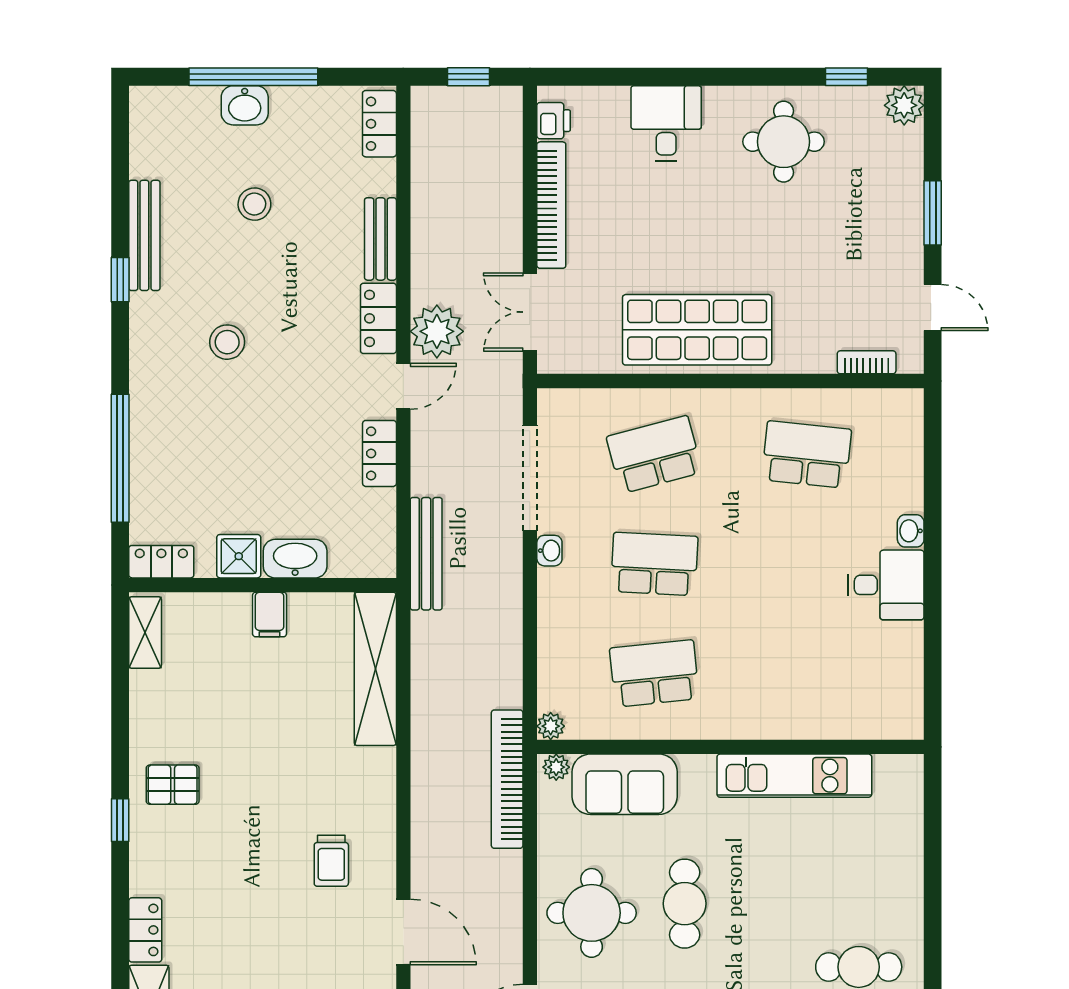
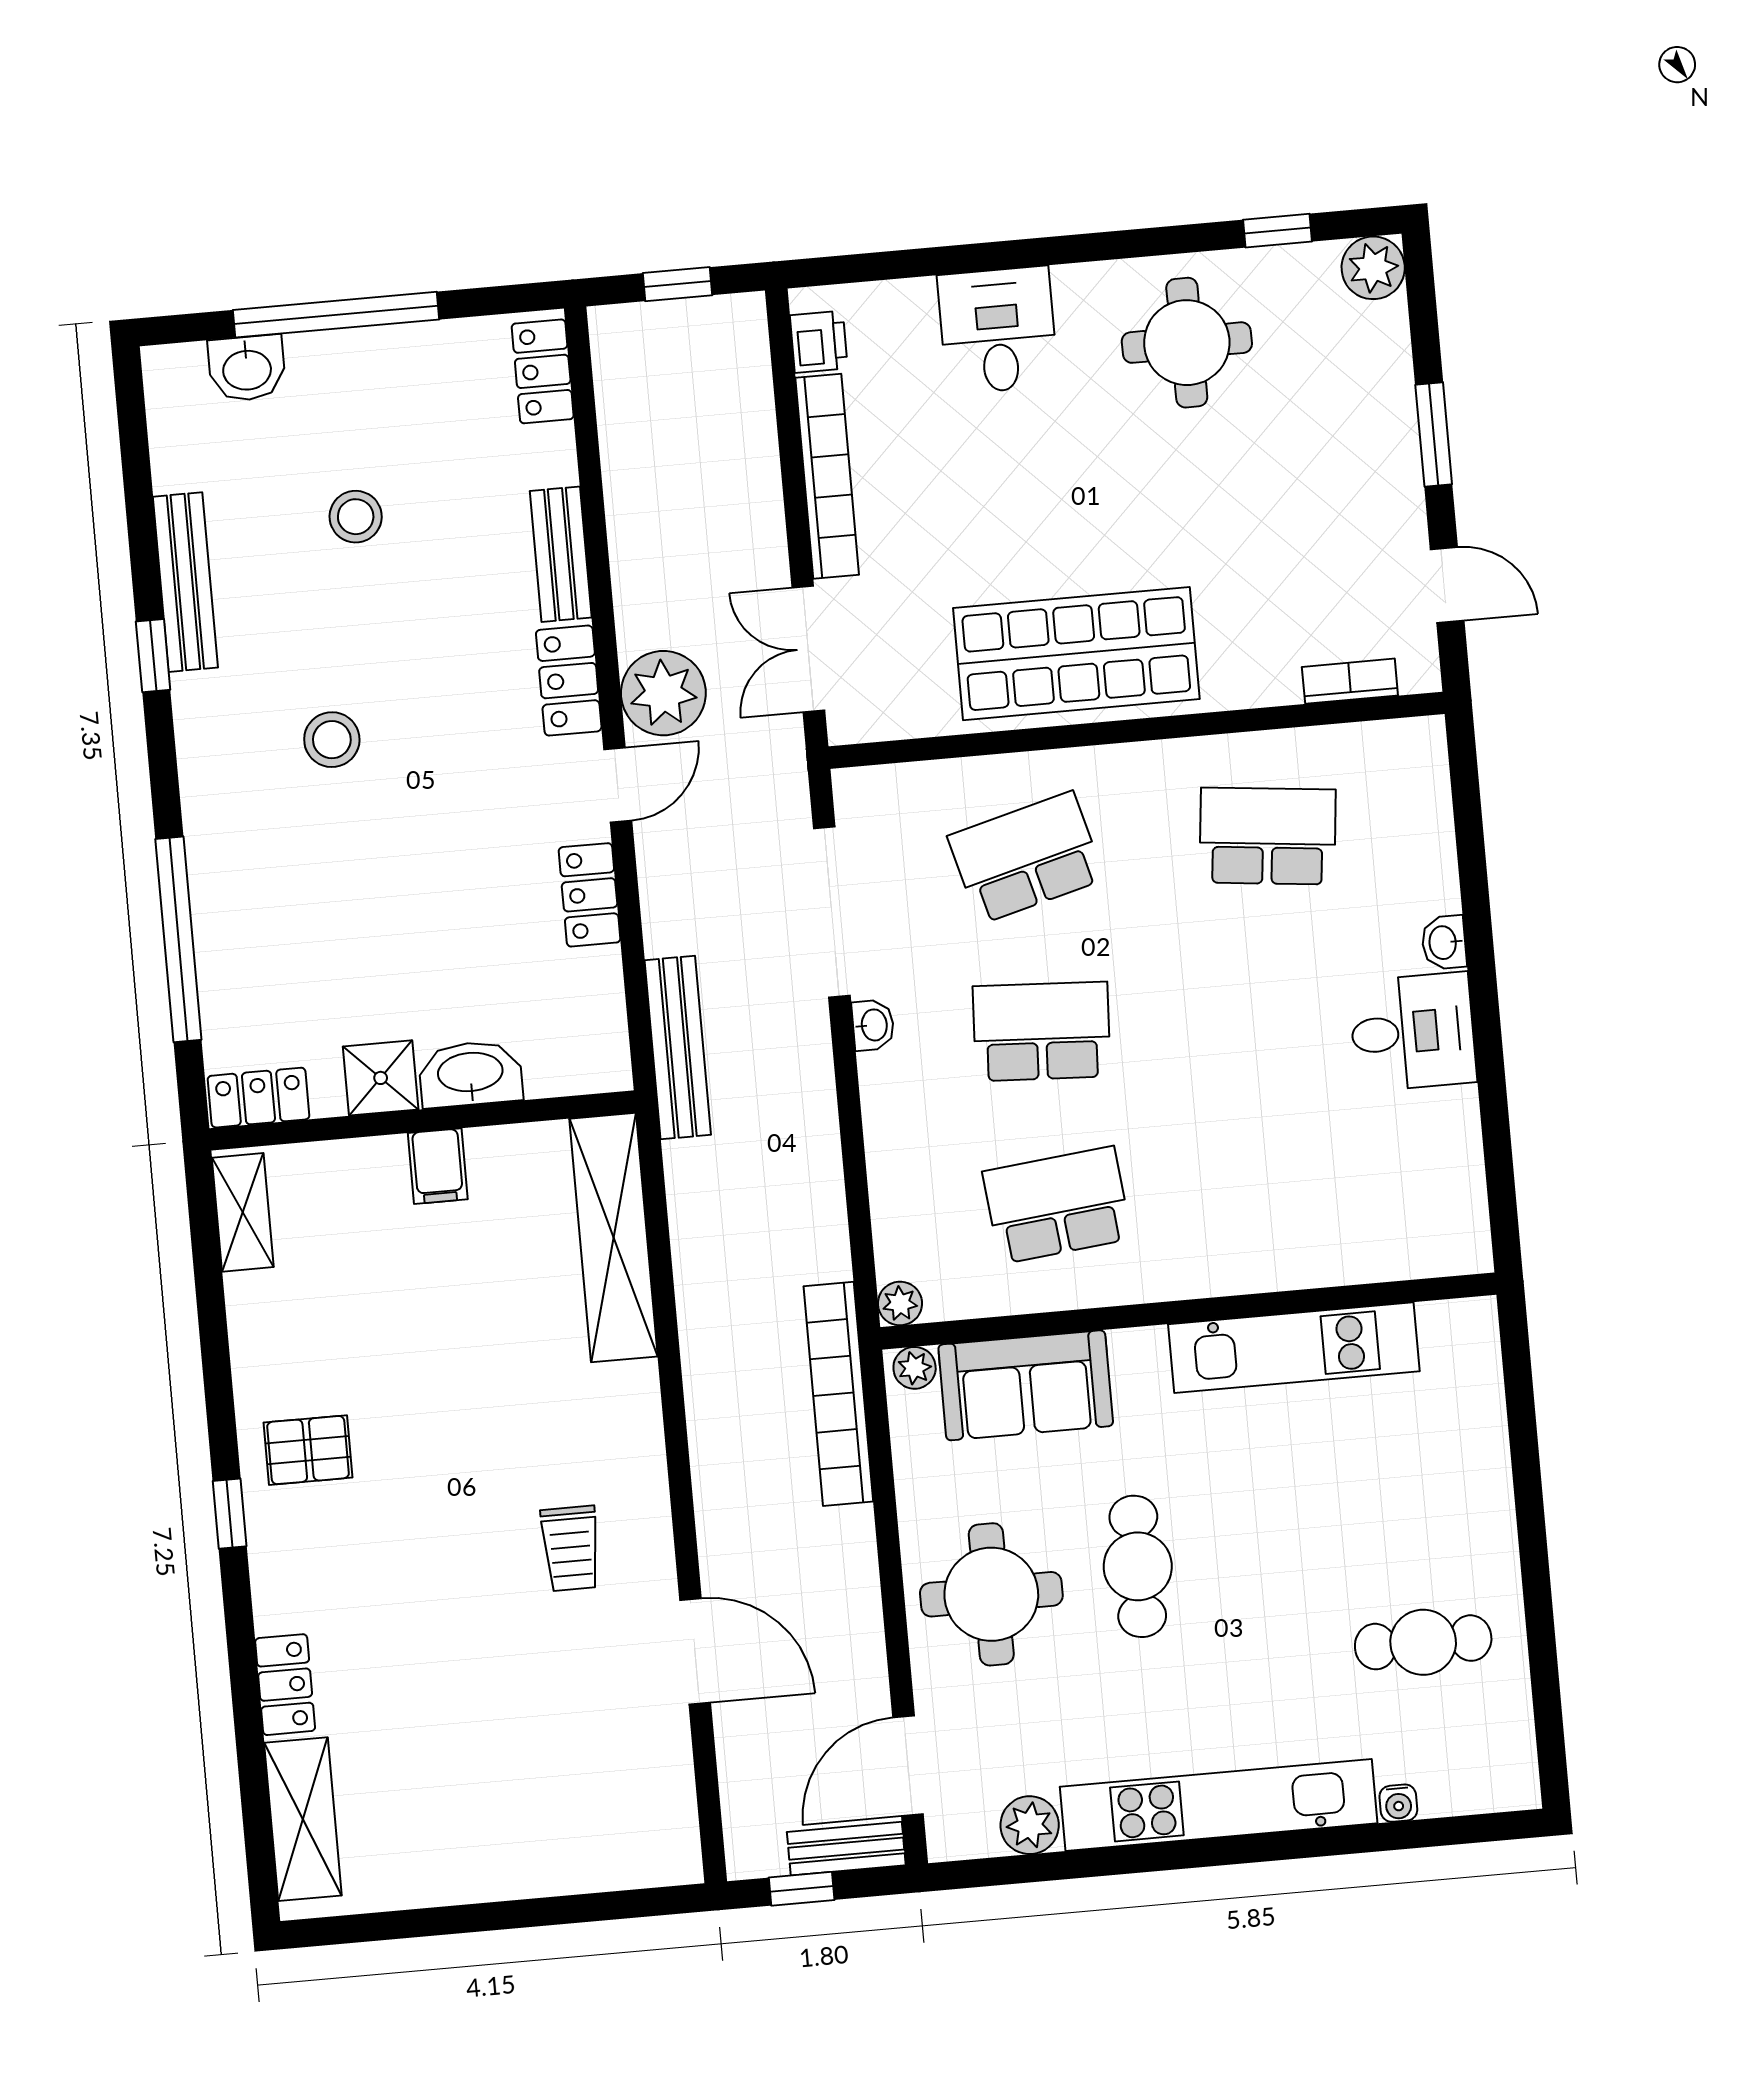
washbasin: (245, 105) -> (247, 368), moved

